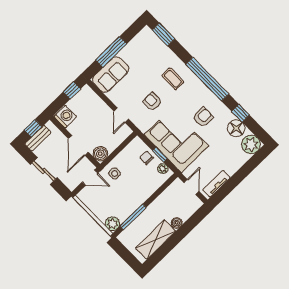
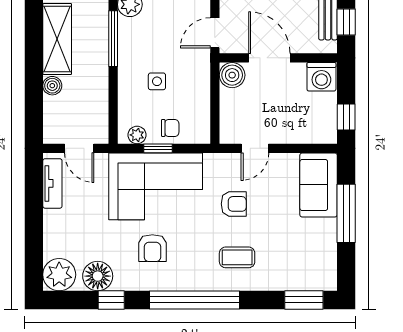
door: (121, 115) -> (255, 148), swing flipped
side table: (115, 174) -> (157, 81), moved

